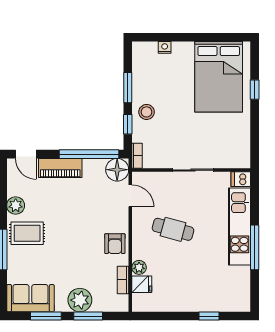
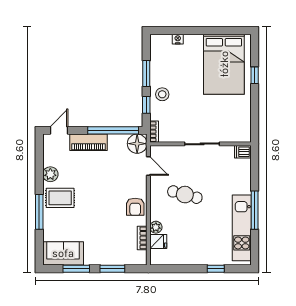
door: (26, 154) -> (59, 130), swing flipped
kitchen unit: (240, 227) -> (242, 228), moved
plant: (80, 300) -> (105, 255), removed

